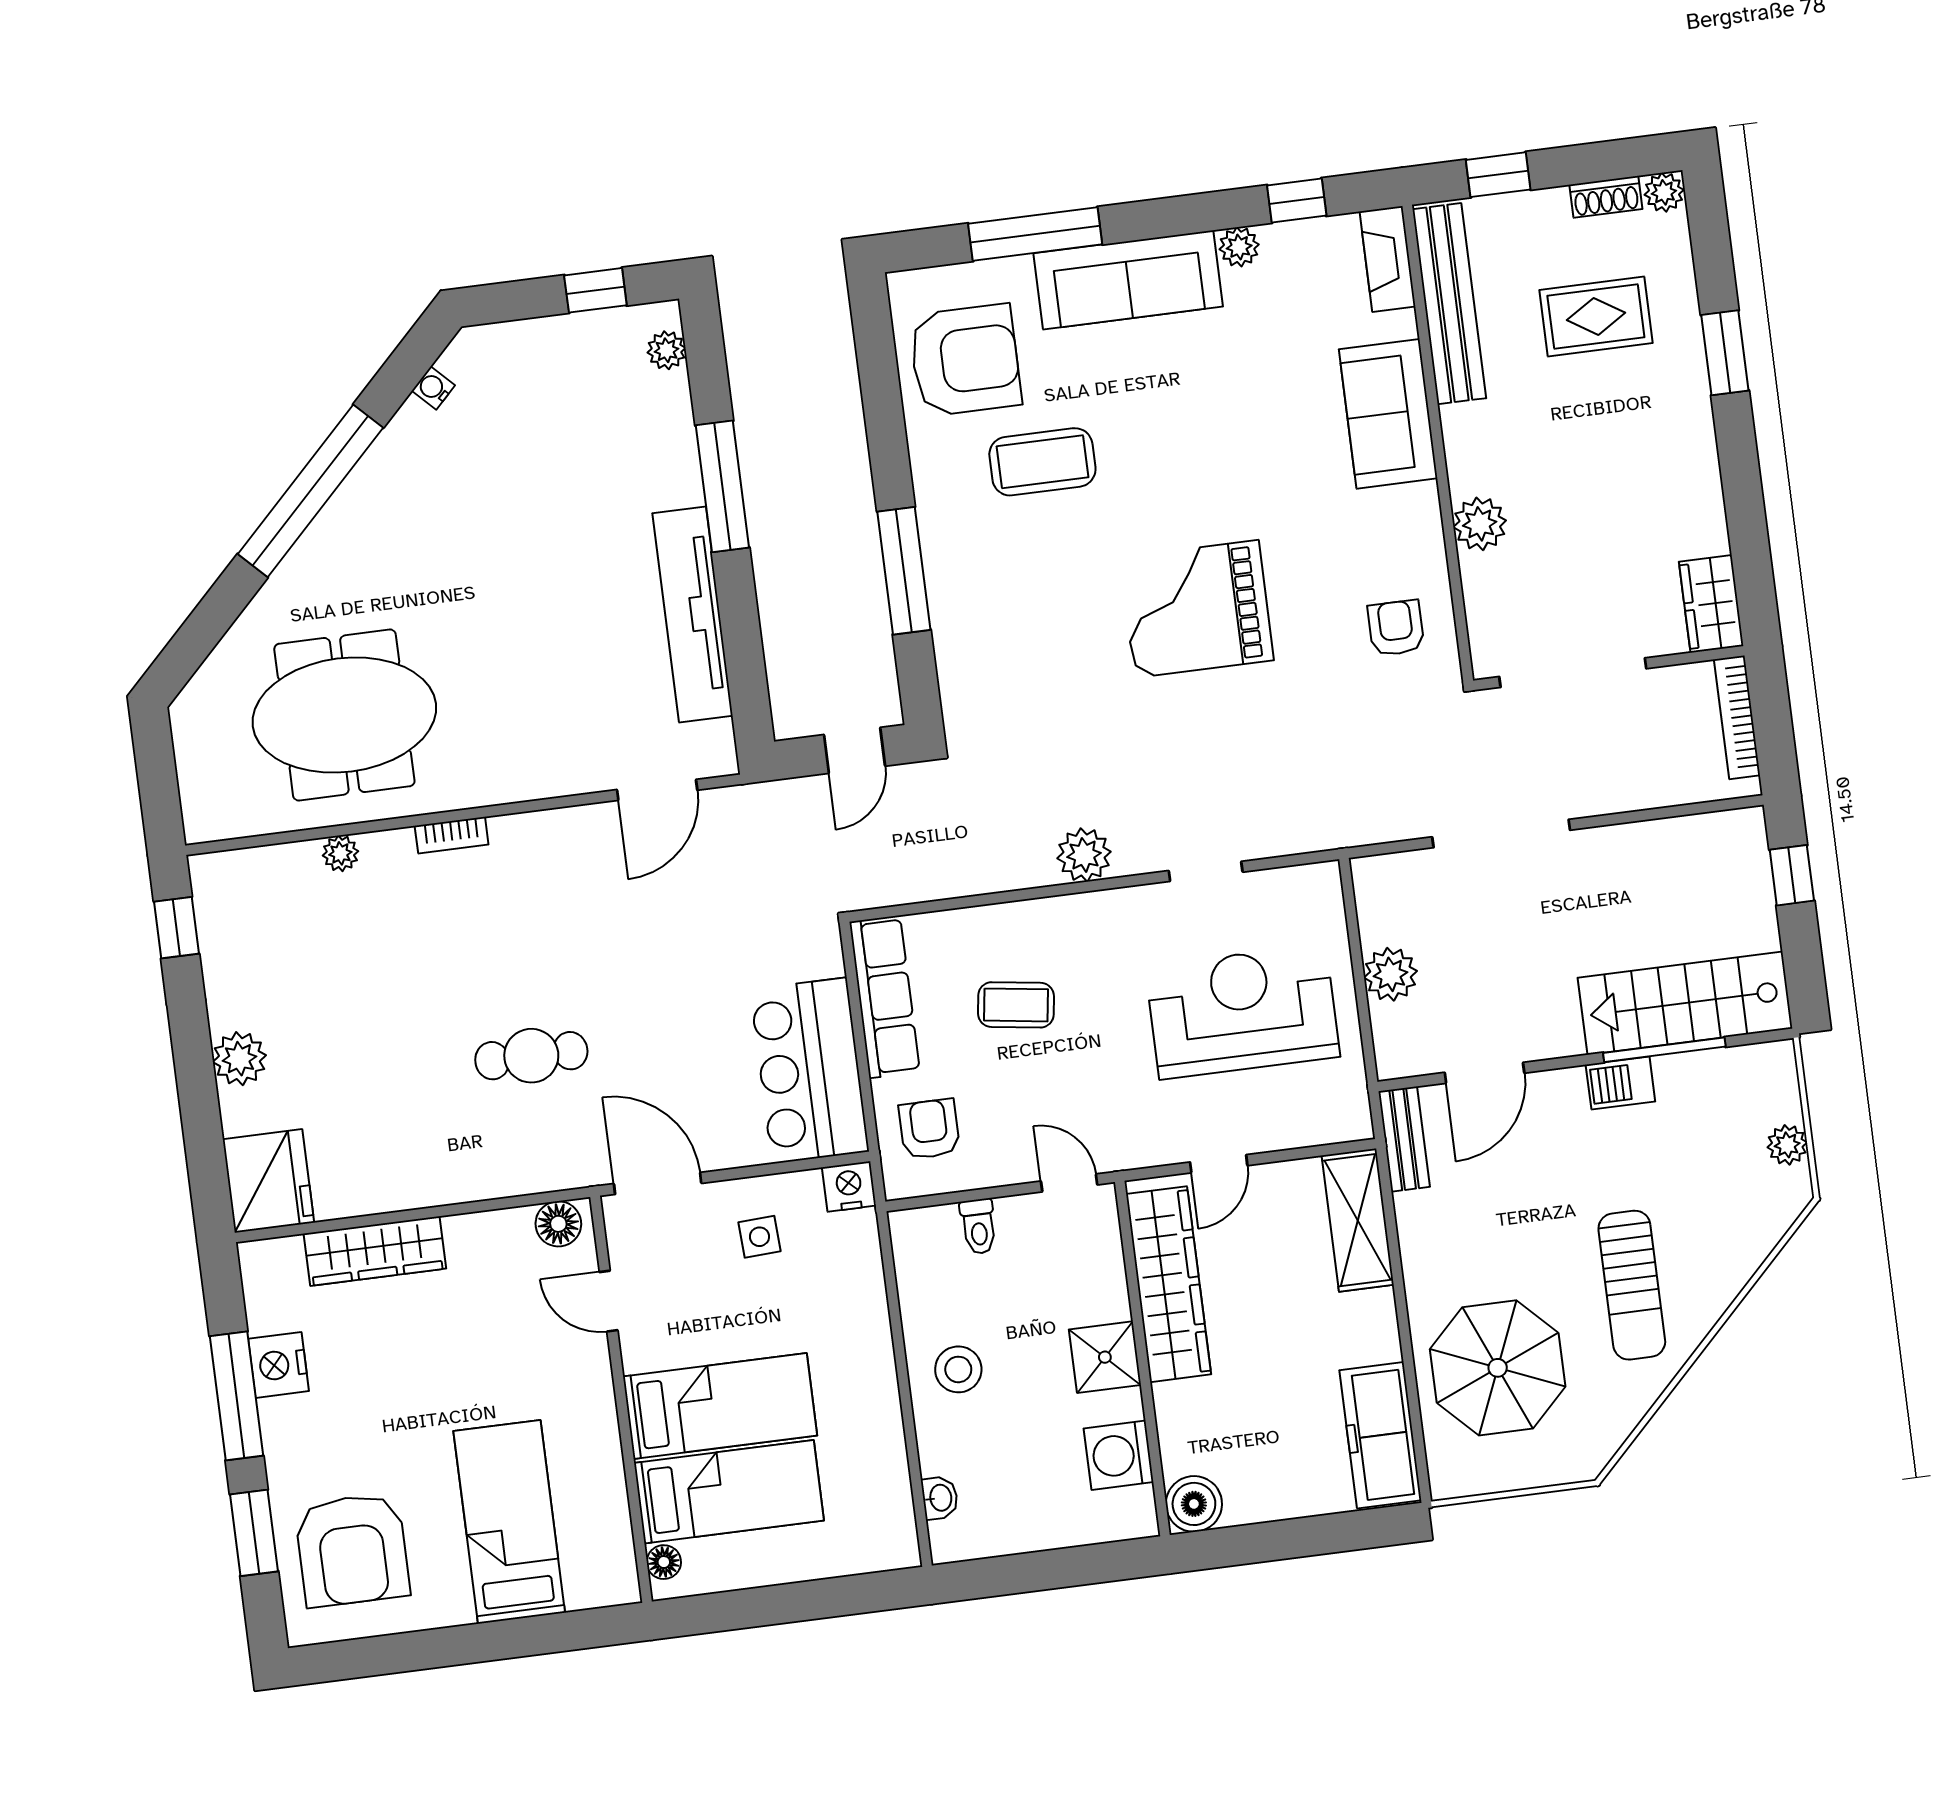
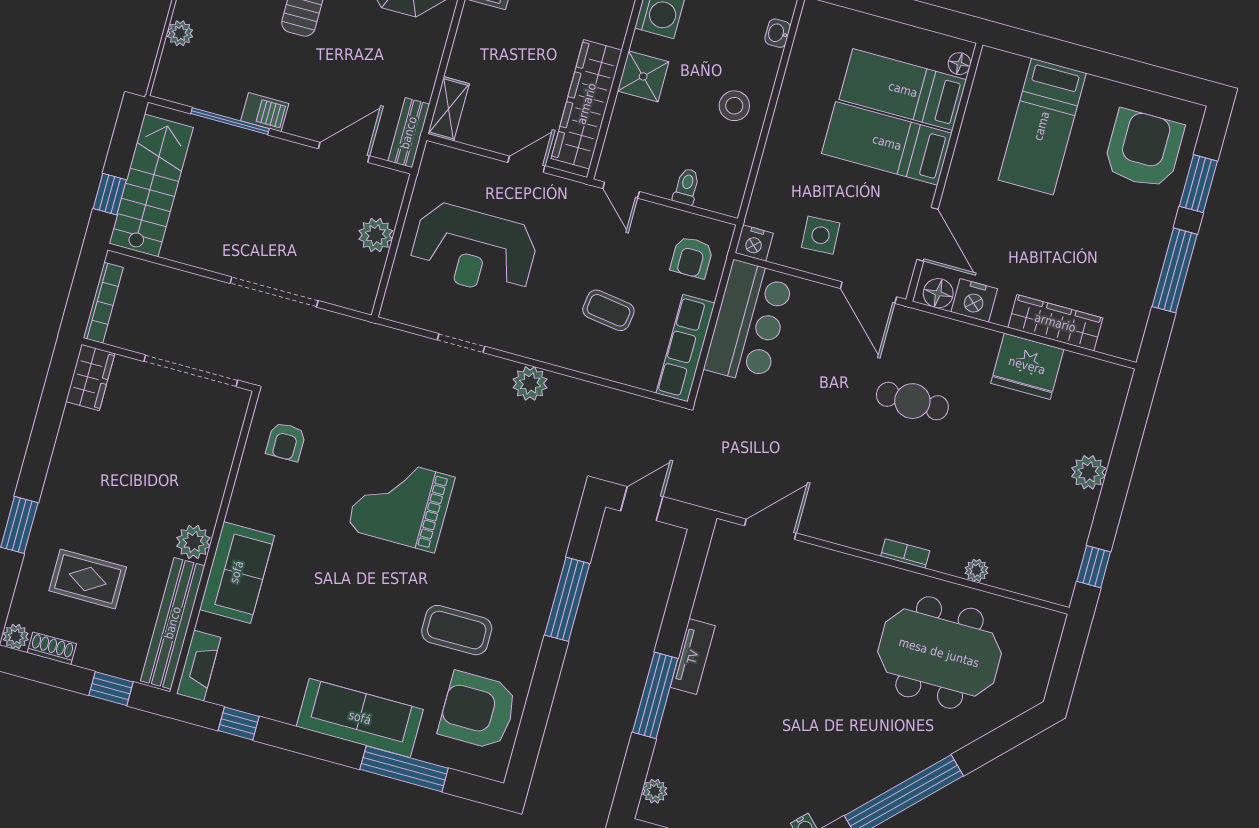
plant: (1239, 247) -> (285, 710), removed
plant: (1480, 524) -> (193, 542), moved
grand piano: (1197, 609) -> (401, 503), turned 180
tv unit: (693, 615) -> (693, 657), width x0.52, depth x0.78
stairs: (1685, 1003) -> (151, 185), moved, turned -90
fridge: (268, 1181) -> (1027, 366), moved, turned -90
shelving: (1358, 1220) -> (449, 109), width x0.67, depth x0.75
side table: (760, 1237) -> (821, 235), width x1.37, depth x1.37
door: (609, 1301) -> (927, 234), width x1.38
nightstand: (279, 1365) -> (974, 300), moved, turned 90

